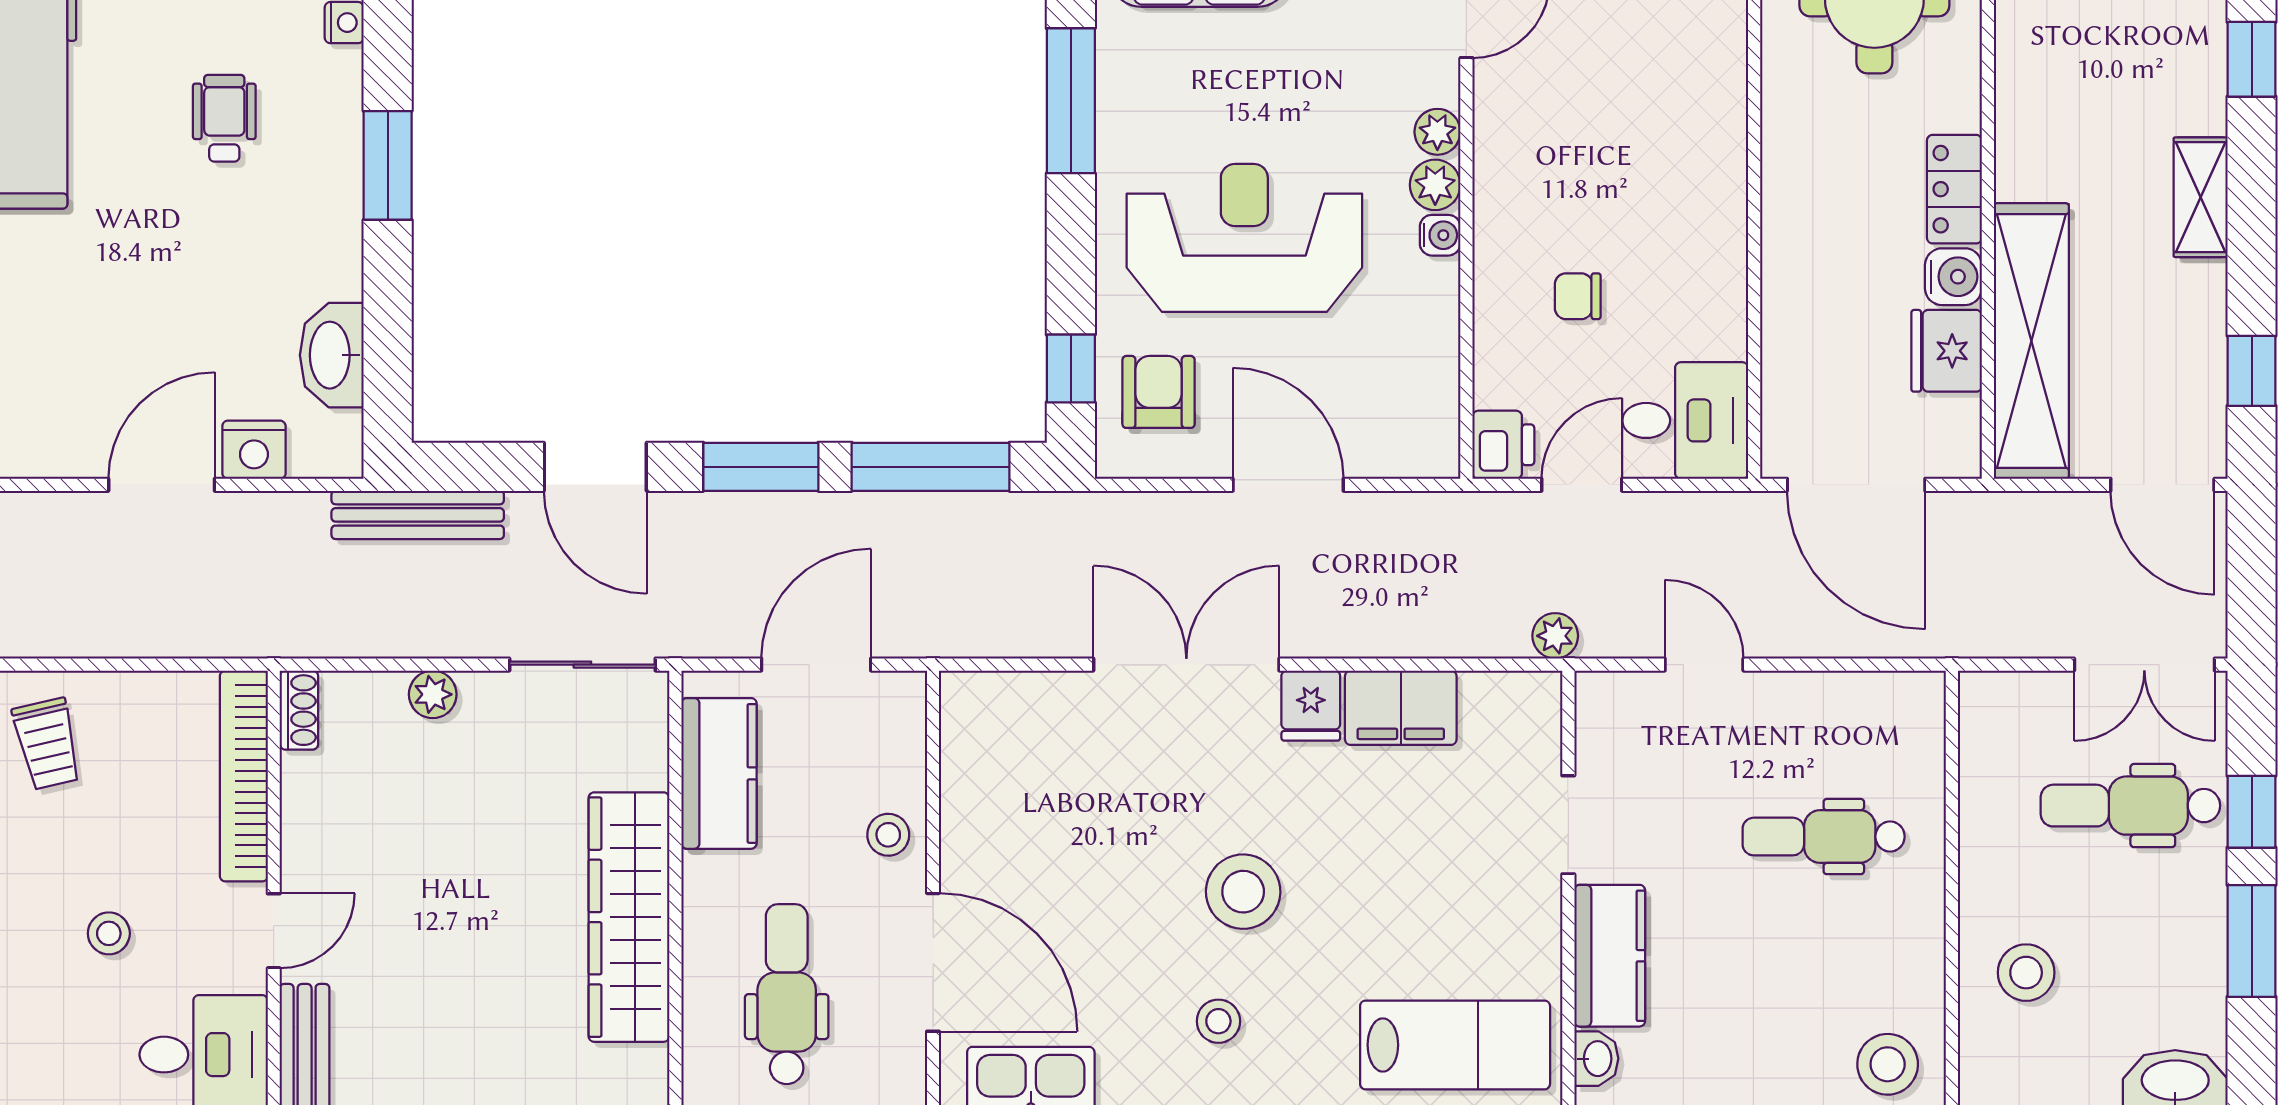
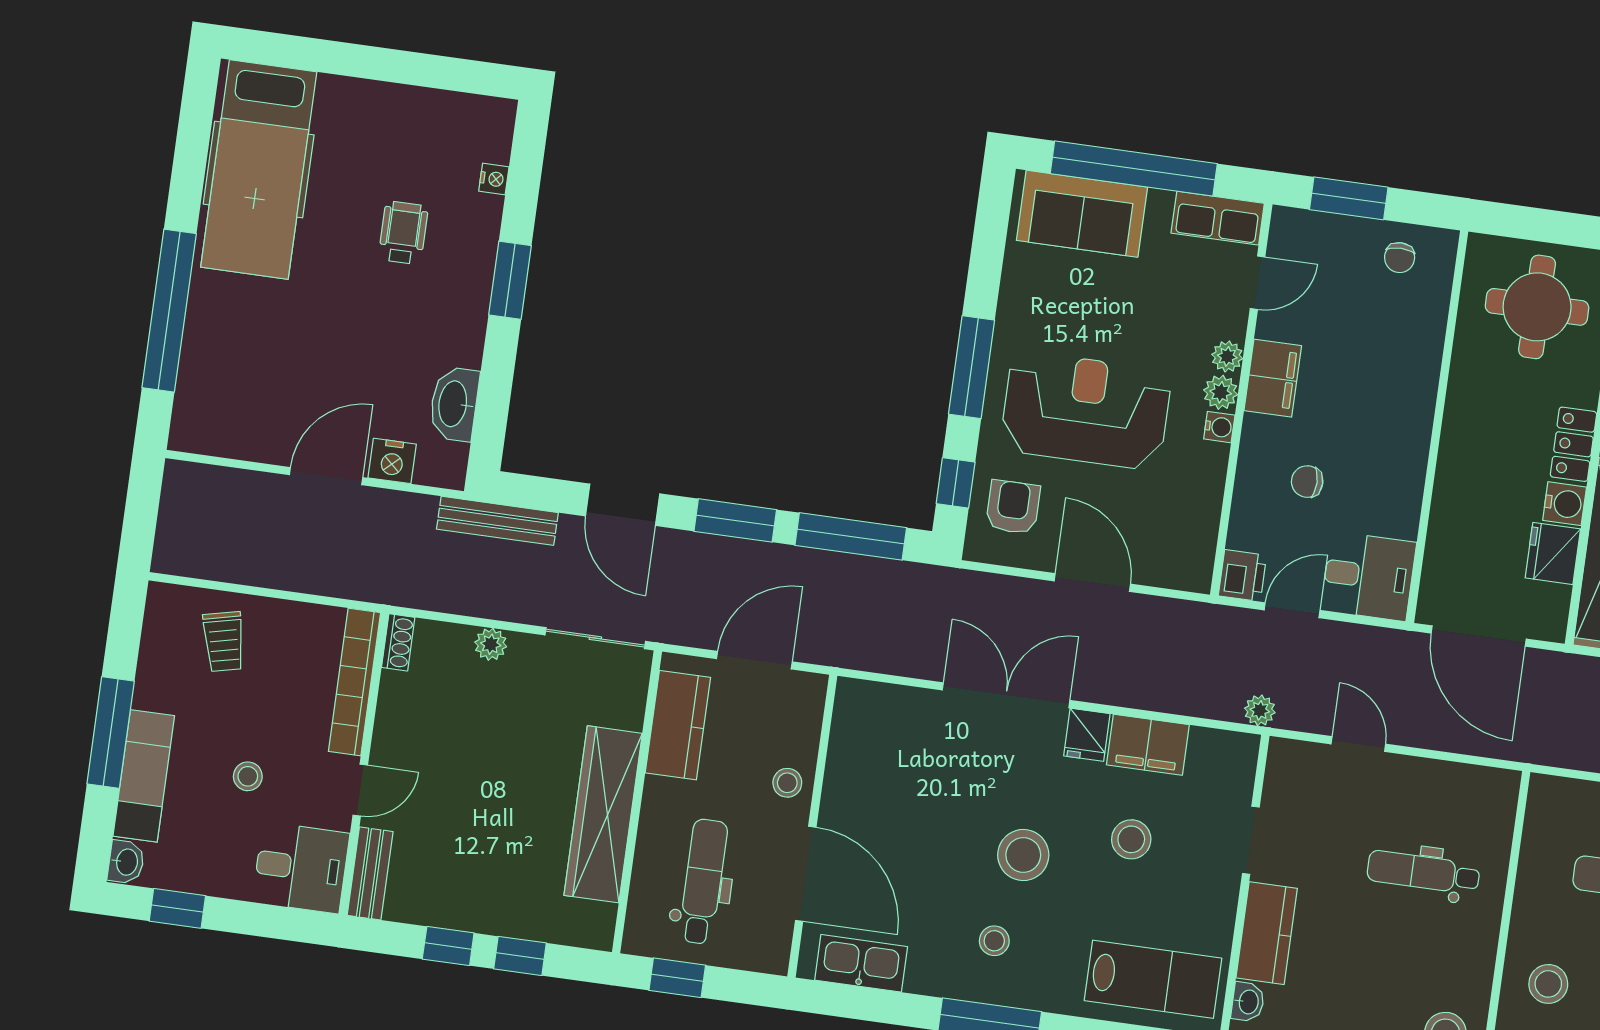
window: (1071, 101) -> (972, 367), moved
filing cabinet: (1507, 154) -> (1273, 378), added
stool: (1396, 848) -> (1131, 839), added

